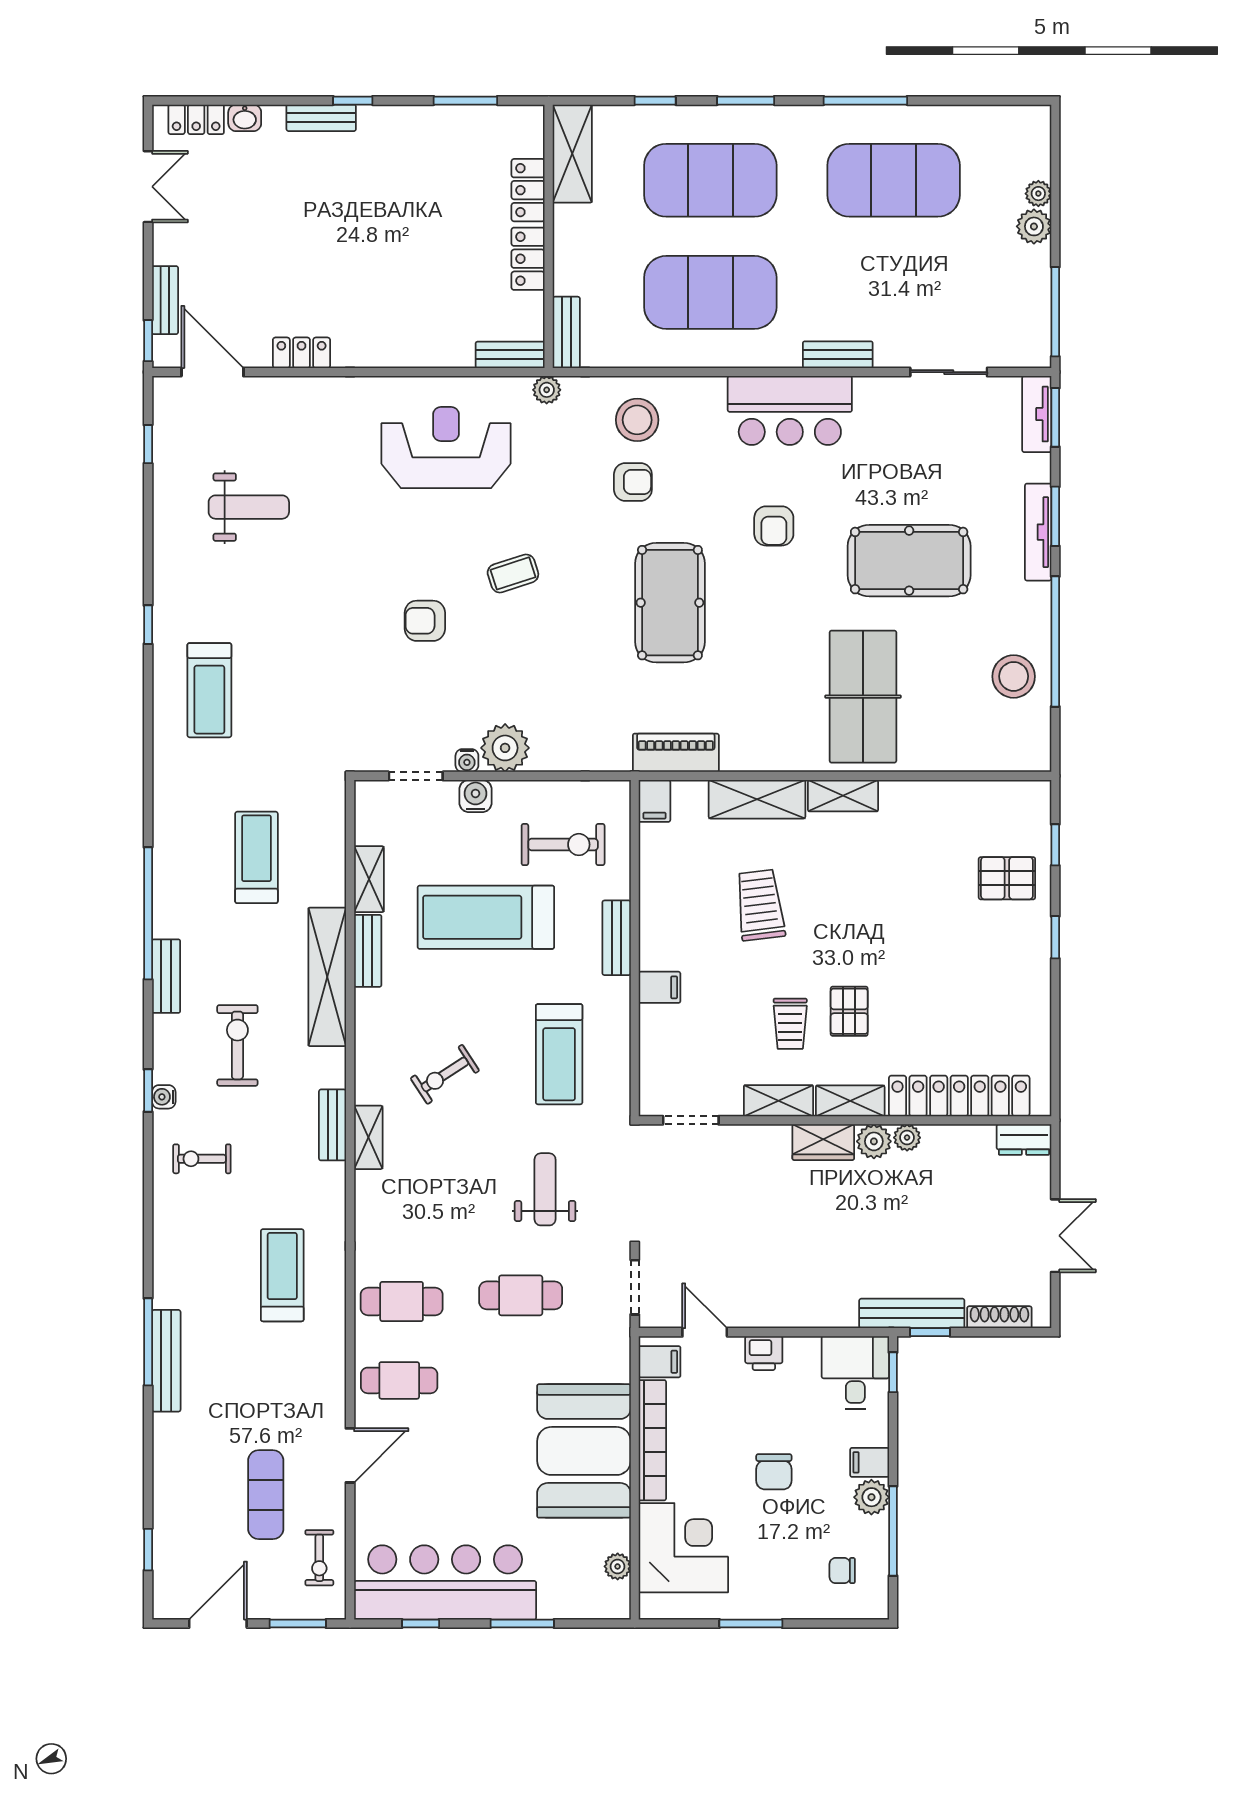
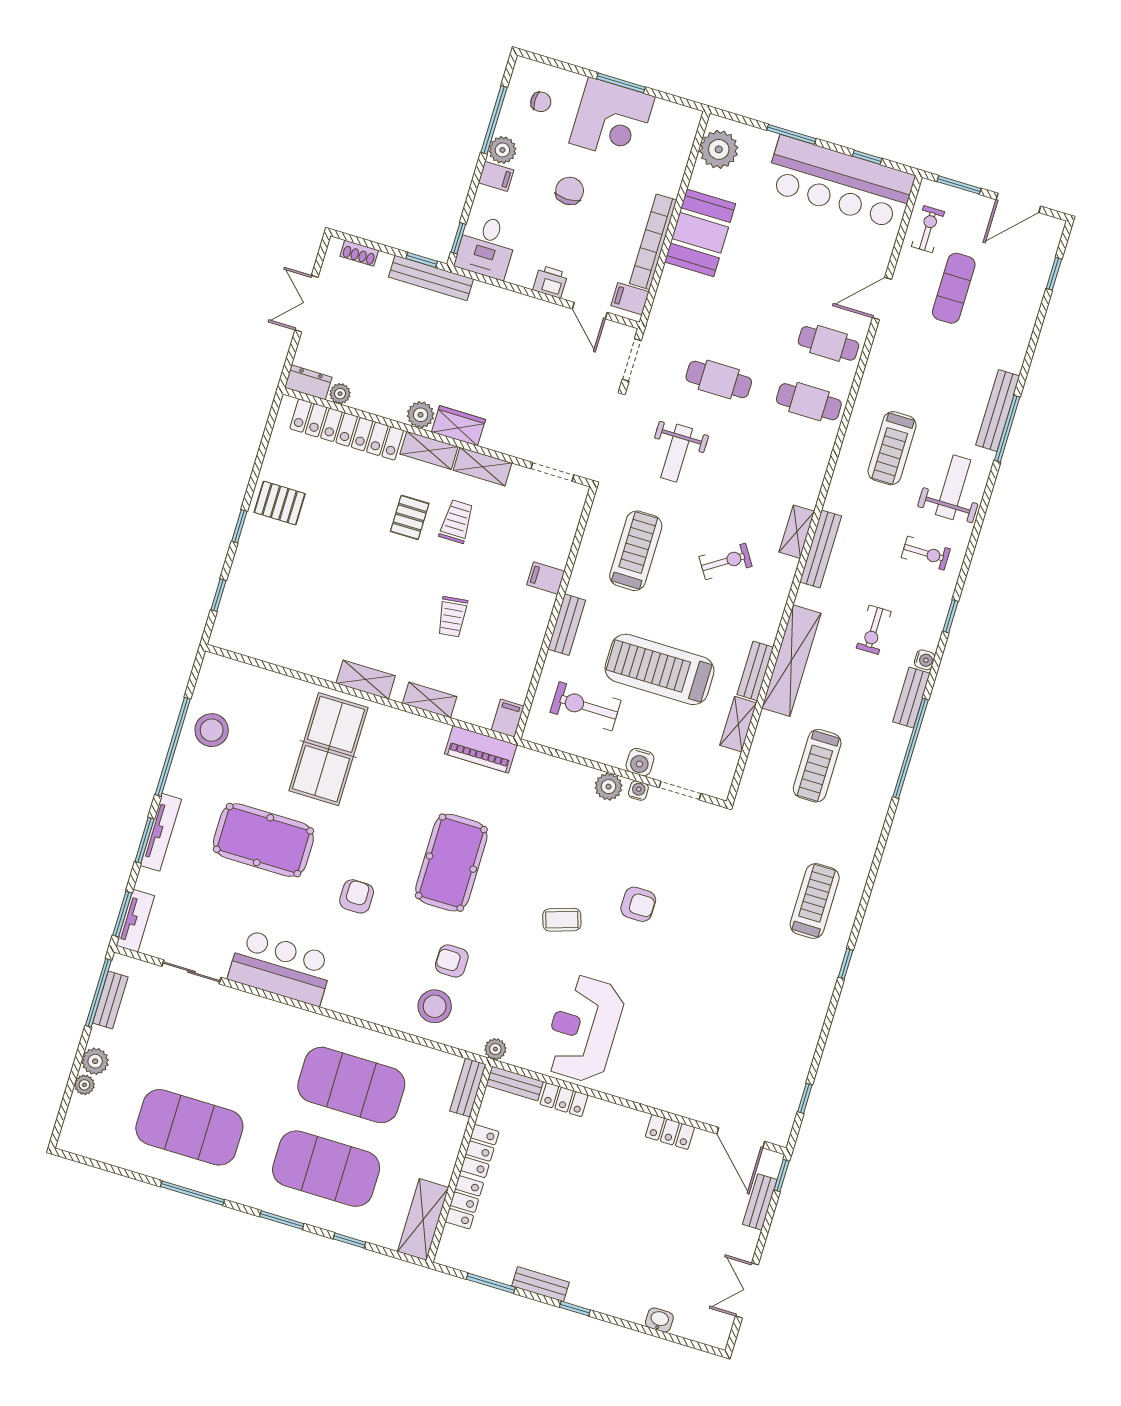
bench: (321, 118) -> (540, 1284), moved
locker: (196, 119) -> (564, 1100), moved, turned 180
bench: (838, 355) -> (110, 1000), moved, turned 90
bar counter: (790, 410) -> (281, 968), moved
reception desk: (446, 448) -> (583, 1029), turned 90
weight bench: (249, 507) -> (953, 487), moved, turned 90
plant: (505, 748) -> (609, 787), width x0.73, depth x0.73
shelving: (757, 799) -> (430, 700), width x0.67, depth x0.75
pallet: (1007, 878) -> (280, 503), moved
trolley: (760, 905) -> (452, 617), width x0.73, depth x0.72
treadmill: (486, 917) -> (660, 669), turned 180
exercise bike: (237, 1045) -> (874, 630), width x0.73, depth x0.72
water cooler: (164, 1097) -> (925, 660), moved
bench: (333, 1125) -> (821, 549), width x1.36
plant: (907, 1138) -> (340, 394), moved
shoe rack: (999, 1317) -> (359, 253), width x0.70
booth: (584, 1451) -> (700, 233), width x0.73, depth x0.70
corner desk: (683, 1548) -> (612, 120), moved, turned -90
plant: (618, 1566) -> (719, 149), width x1.87, depth x1.87

